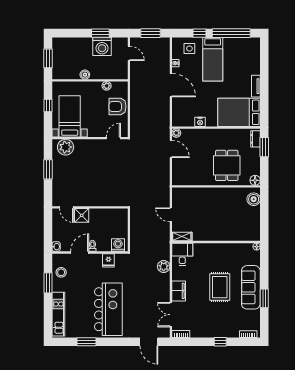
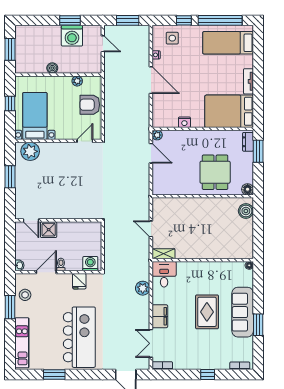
bed: (213, 59) -> (228, 43), moved, turned 90

